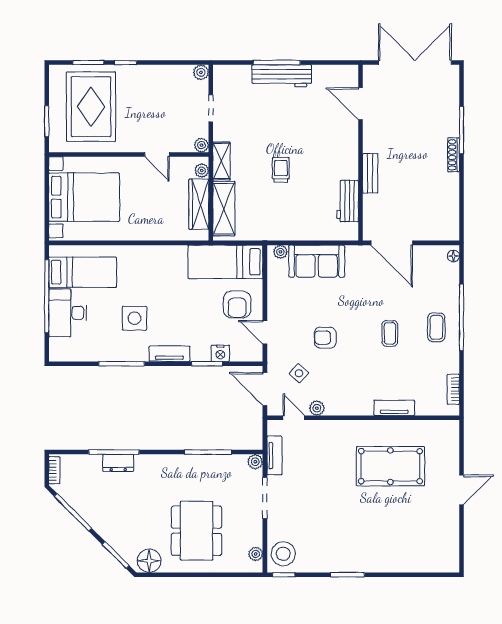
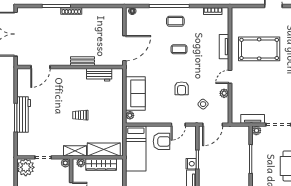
plant: (201, 72) -> (26, 167), width x1.88, depth x1.88
nightstand: (220, 353) -> (191, 164), moved
door: (294, 418) -> (230, 77), moved
pool table: (390, 466) -> (259, 49), turned 90

